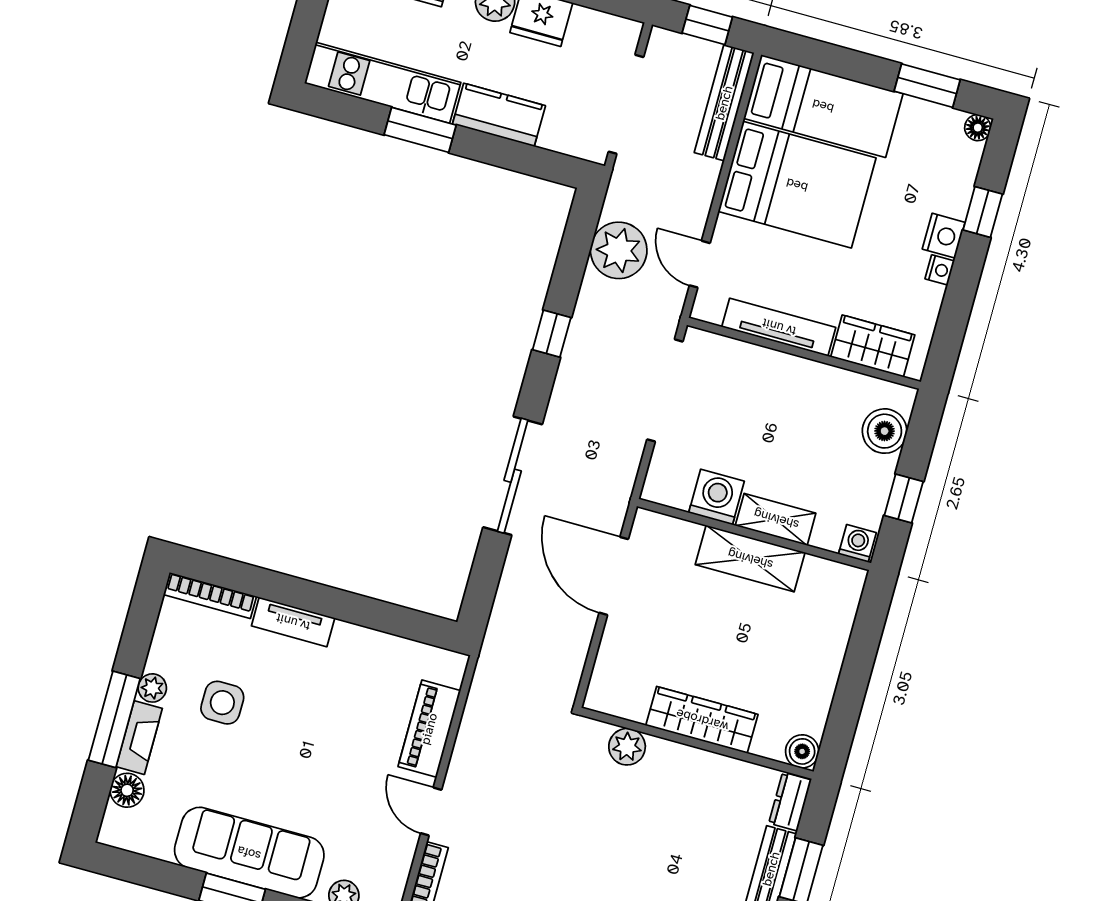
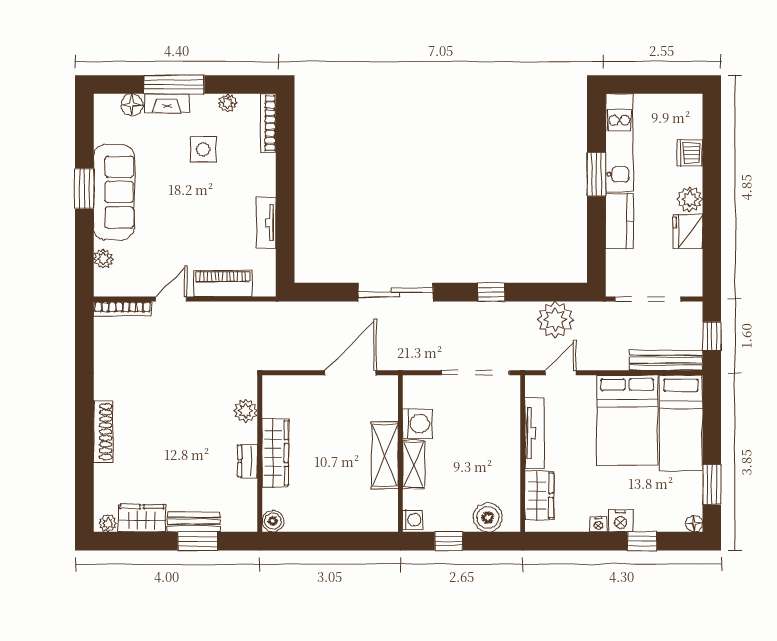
tv unit: (293, 622) -> (266, 223), moved
plant: (152, 688) -> (228, 103), moved
dresser: (790, 802) -> (248, 461), moved, turned -90

